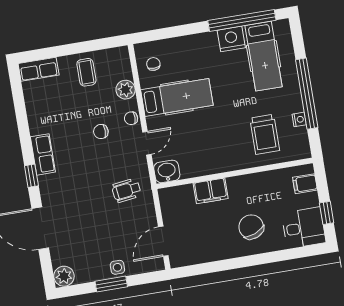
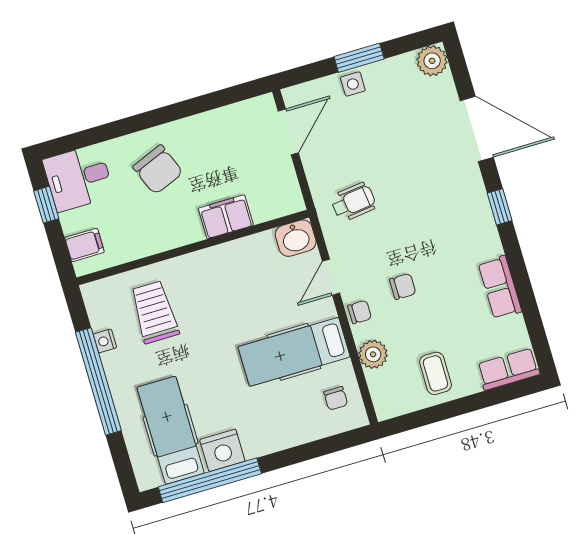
row of seats: (43, 154) -> (500, 287), moved

